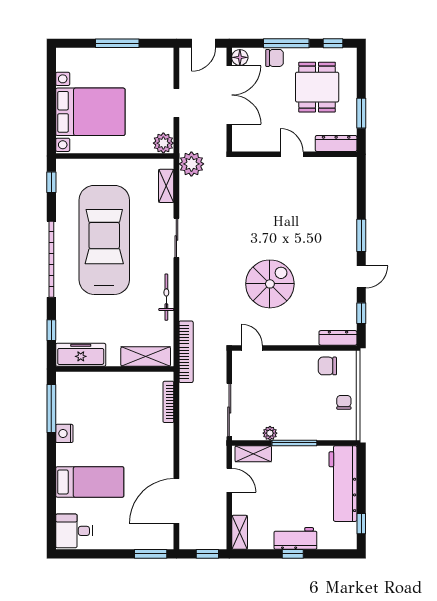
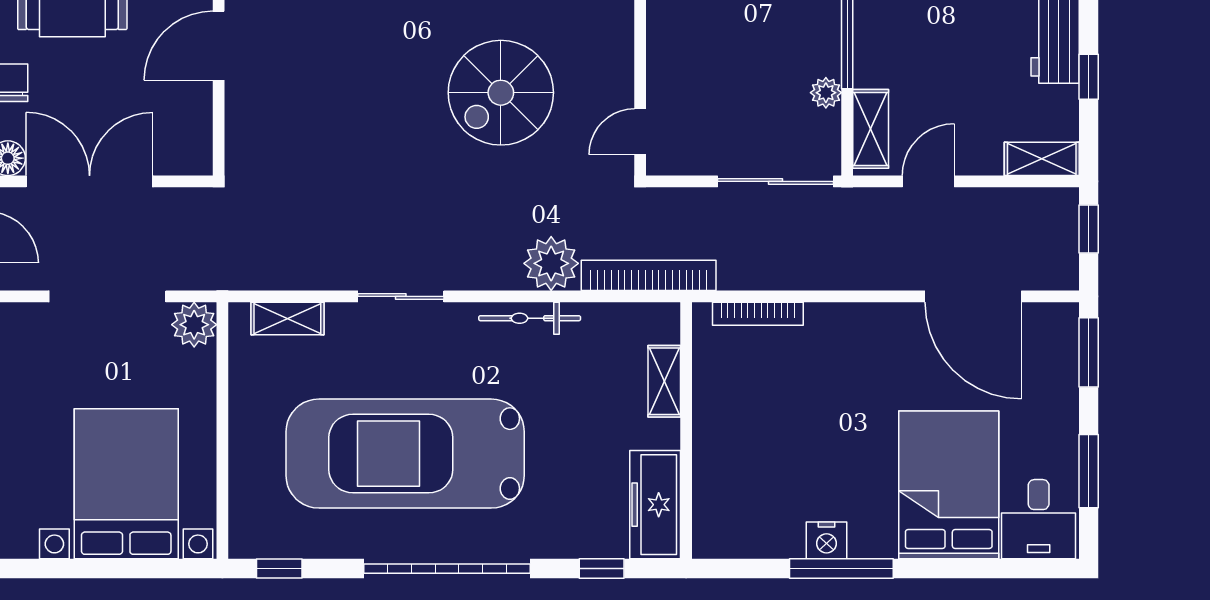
doorway: (176, 103) -> (107, 296), width x1.87
door: (292, 154) -> (219, 46), width x1.38
plant: (191, 164) -> (551, 263), moved
spiral stairs: (270, 284) -> (501, 93), turned -90
shelving: (146, 356) -> (664, 381), width x0.67, depth x0.75
window: (51, 408) -> (841, 569), moved
bed: (90, 482) -> (949, 485), width x1.50
window: (96, 554) -> (1089, 471), added
window: (293, 554) -> (1089, 77), moved

